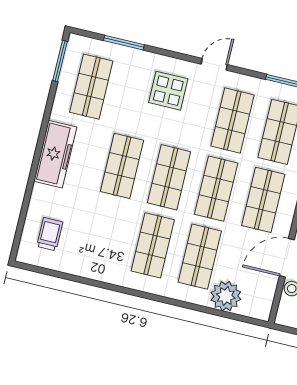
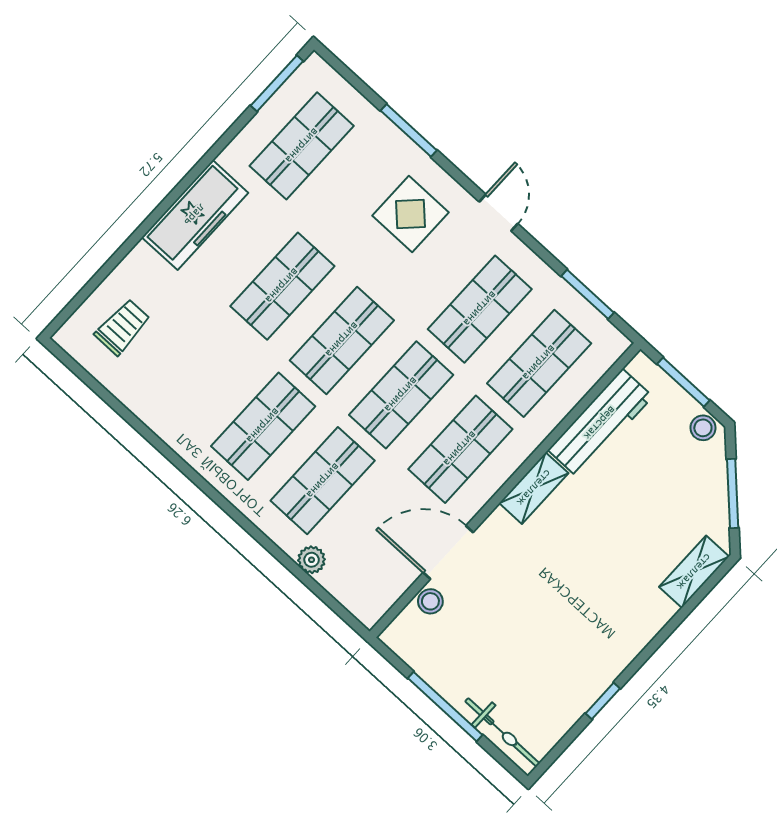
window: (124, 43) -> (409, 130), moved
door: (214, 64) -> (499, 213), hinge flipped
plant: (226, 296) -> (312, 560), width x0.53, depth x0.53

